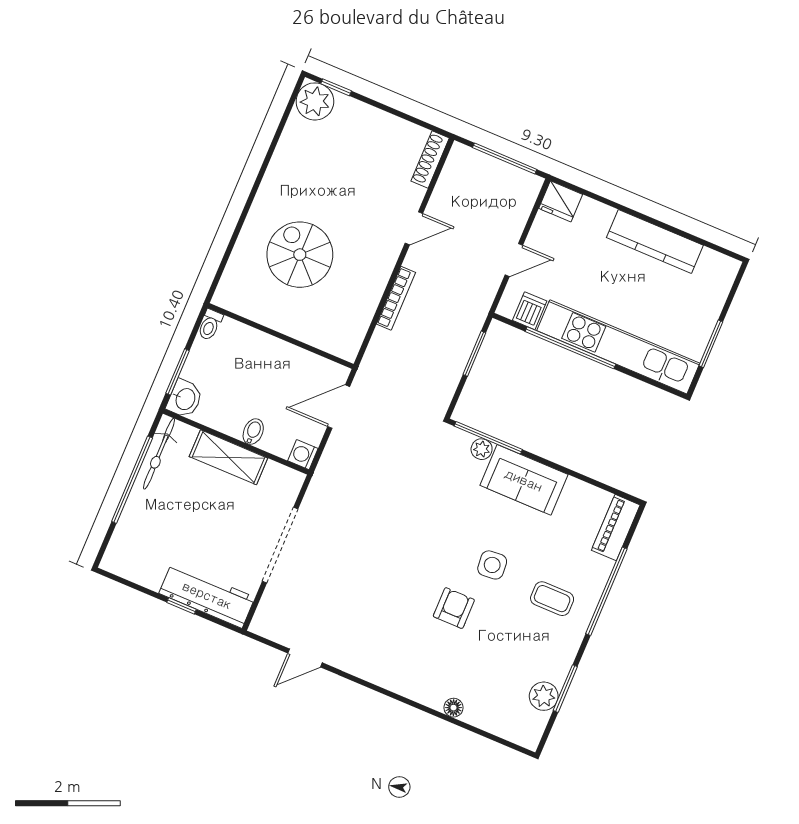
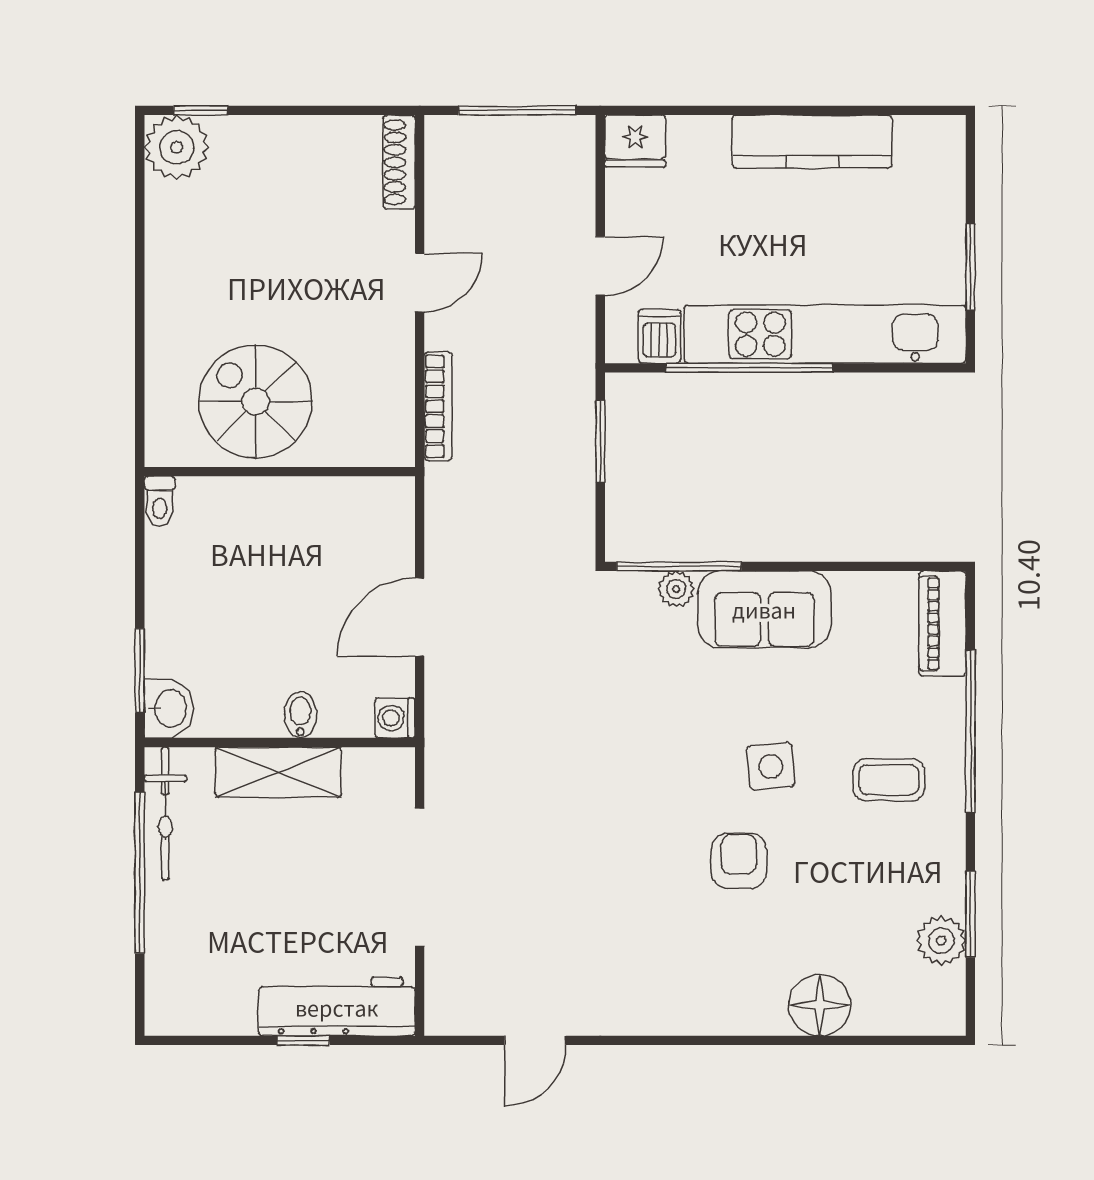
toilet: (210, 325) -> (160, 501), moved
wall: (281, 336) -> (280, 472), moved
floor lamp: (454, 708) -> (820, 1005), width x1.89, depth x1.89

